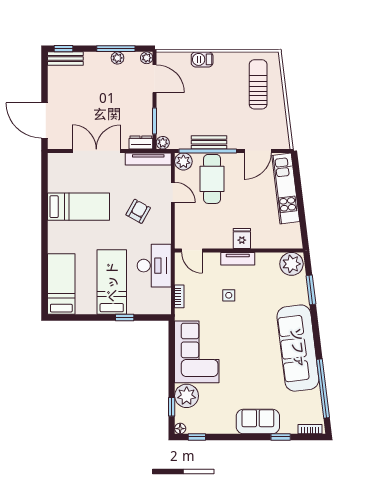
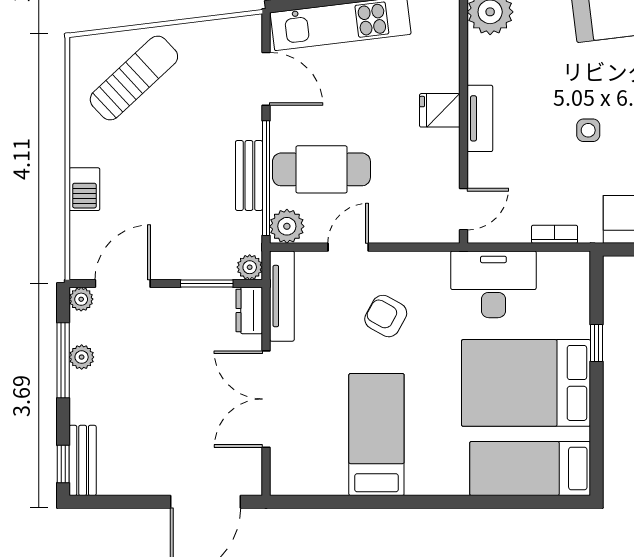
sun lounger: (258, 84) -> (134, 78), turned 137
bed: (112, 282) -> (526, 383), width x1.50
side table: (229, 295) -> (588, 130), moved

